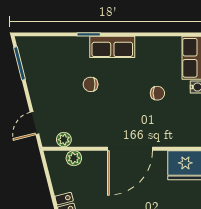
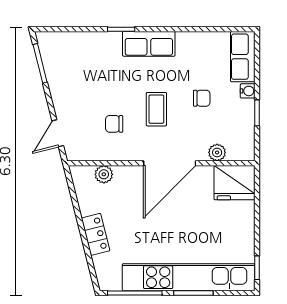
chair: (91, 84) -> (114, 124), moved
coffee table: (119, 103) -> (156, 109), added
plant: (64, 140) -> (217, 152), moved

